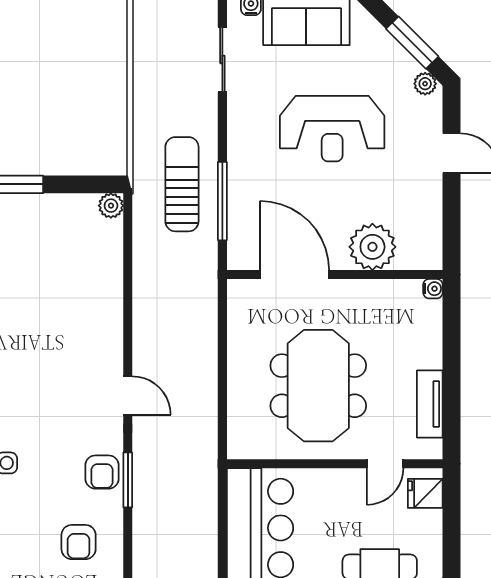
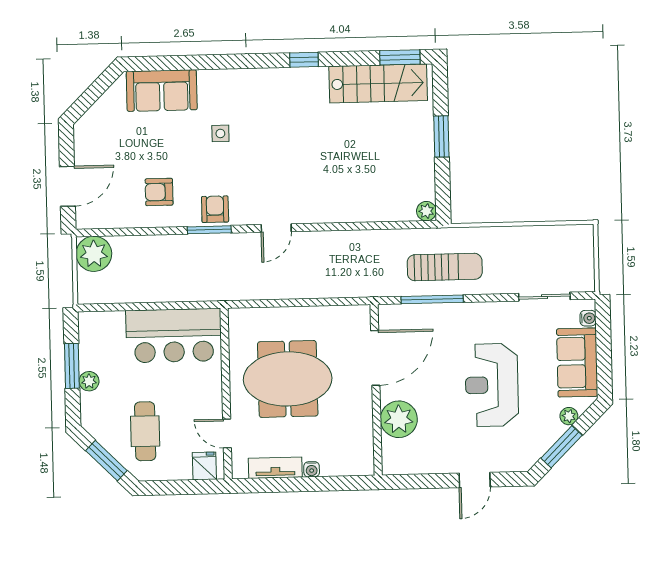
plant: (425, 84) -> (569, 416), moved
water cooler: (433, 289) -> (312, 469), moved
armchair: (102, 472) -> (215, 209), turned 90

